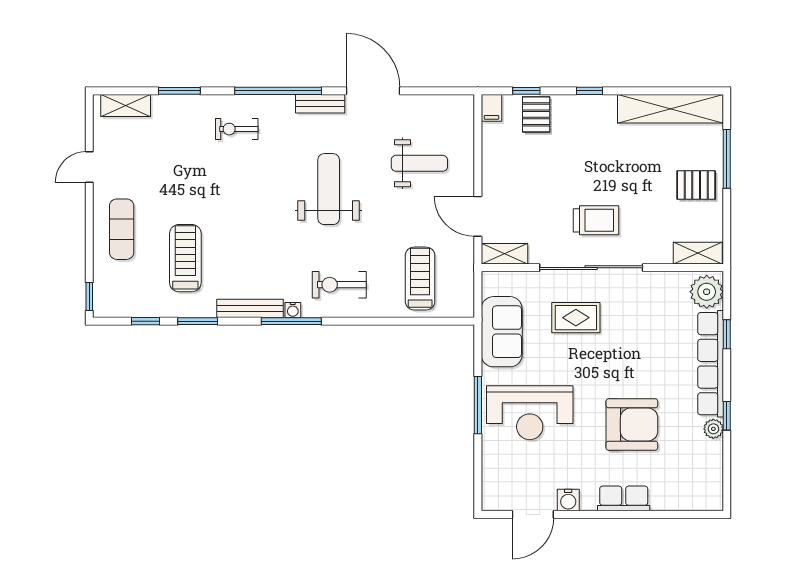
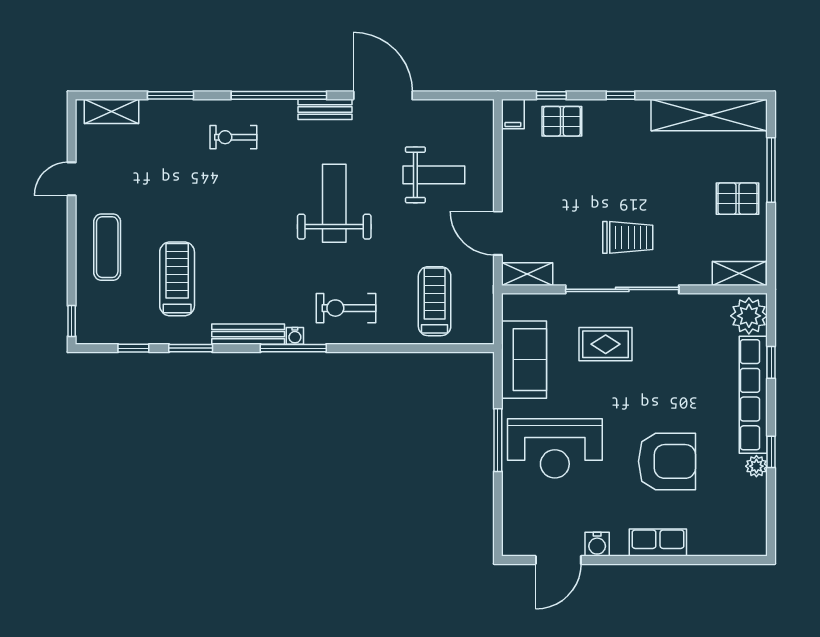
pallet: (536, 114) -> (562, 121), turned 90

